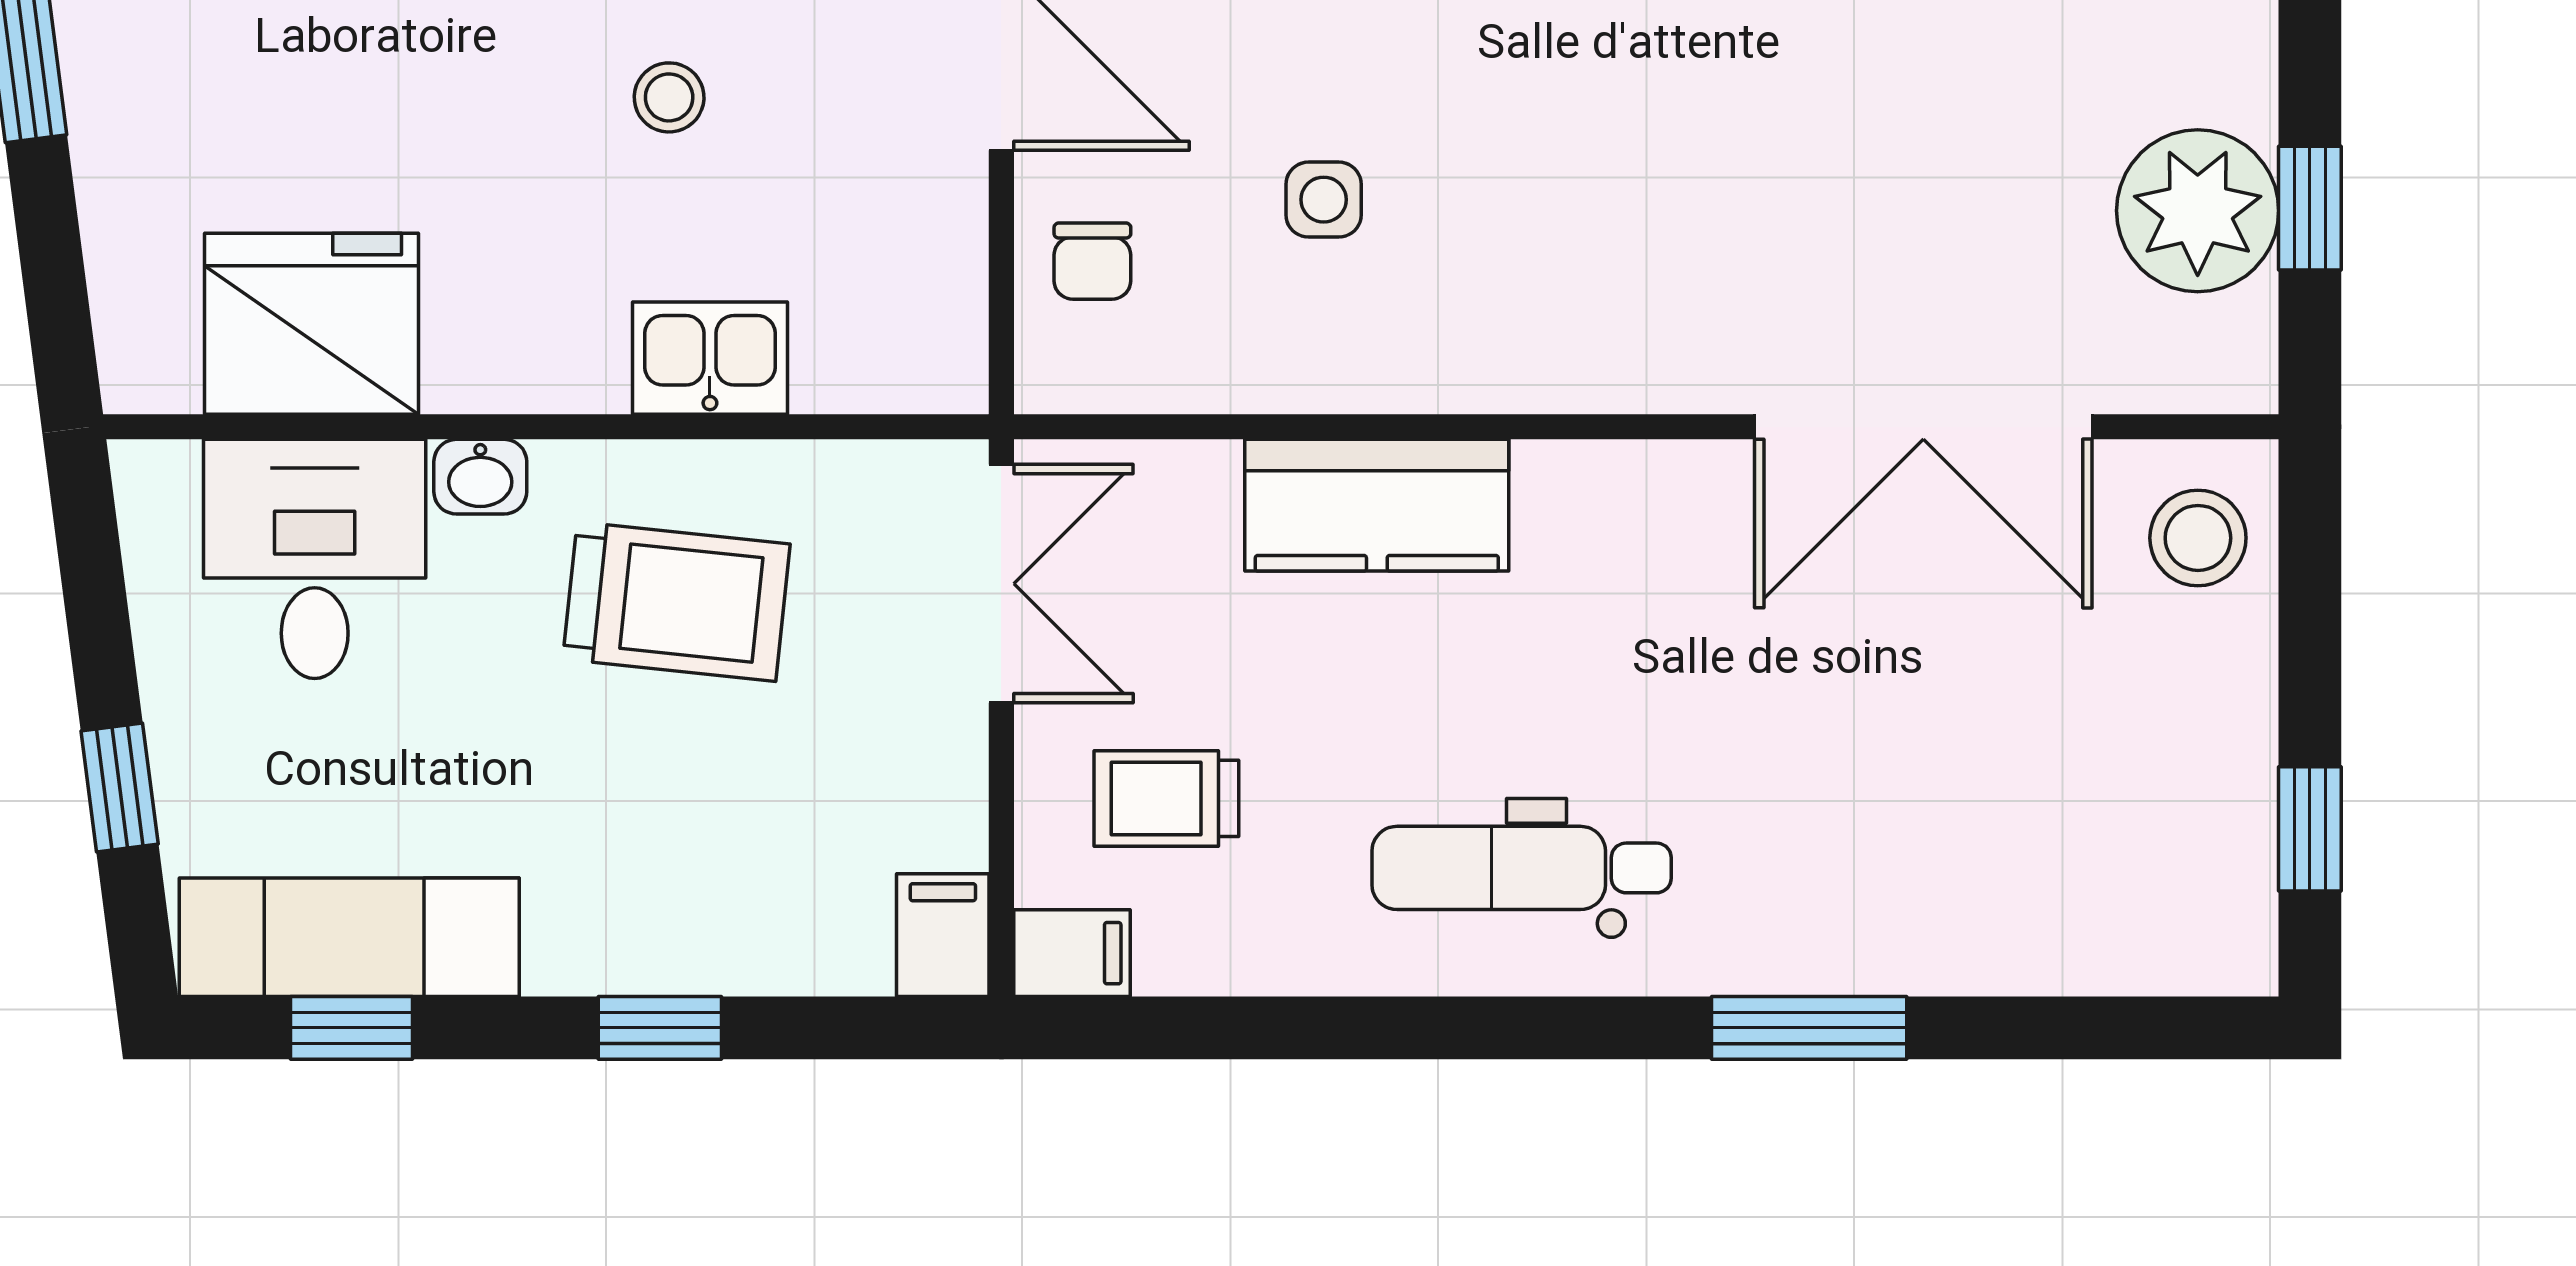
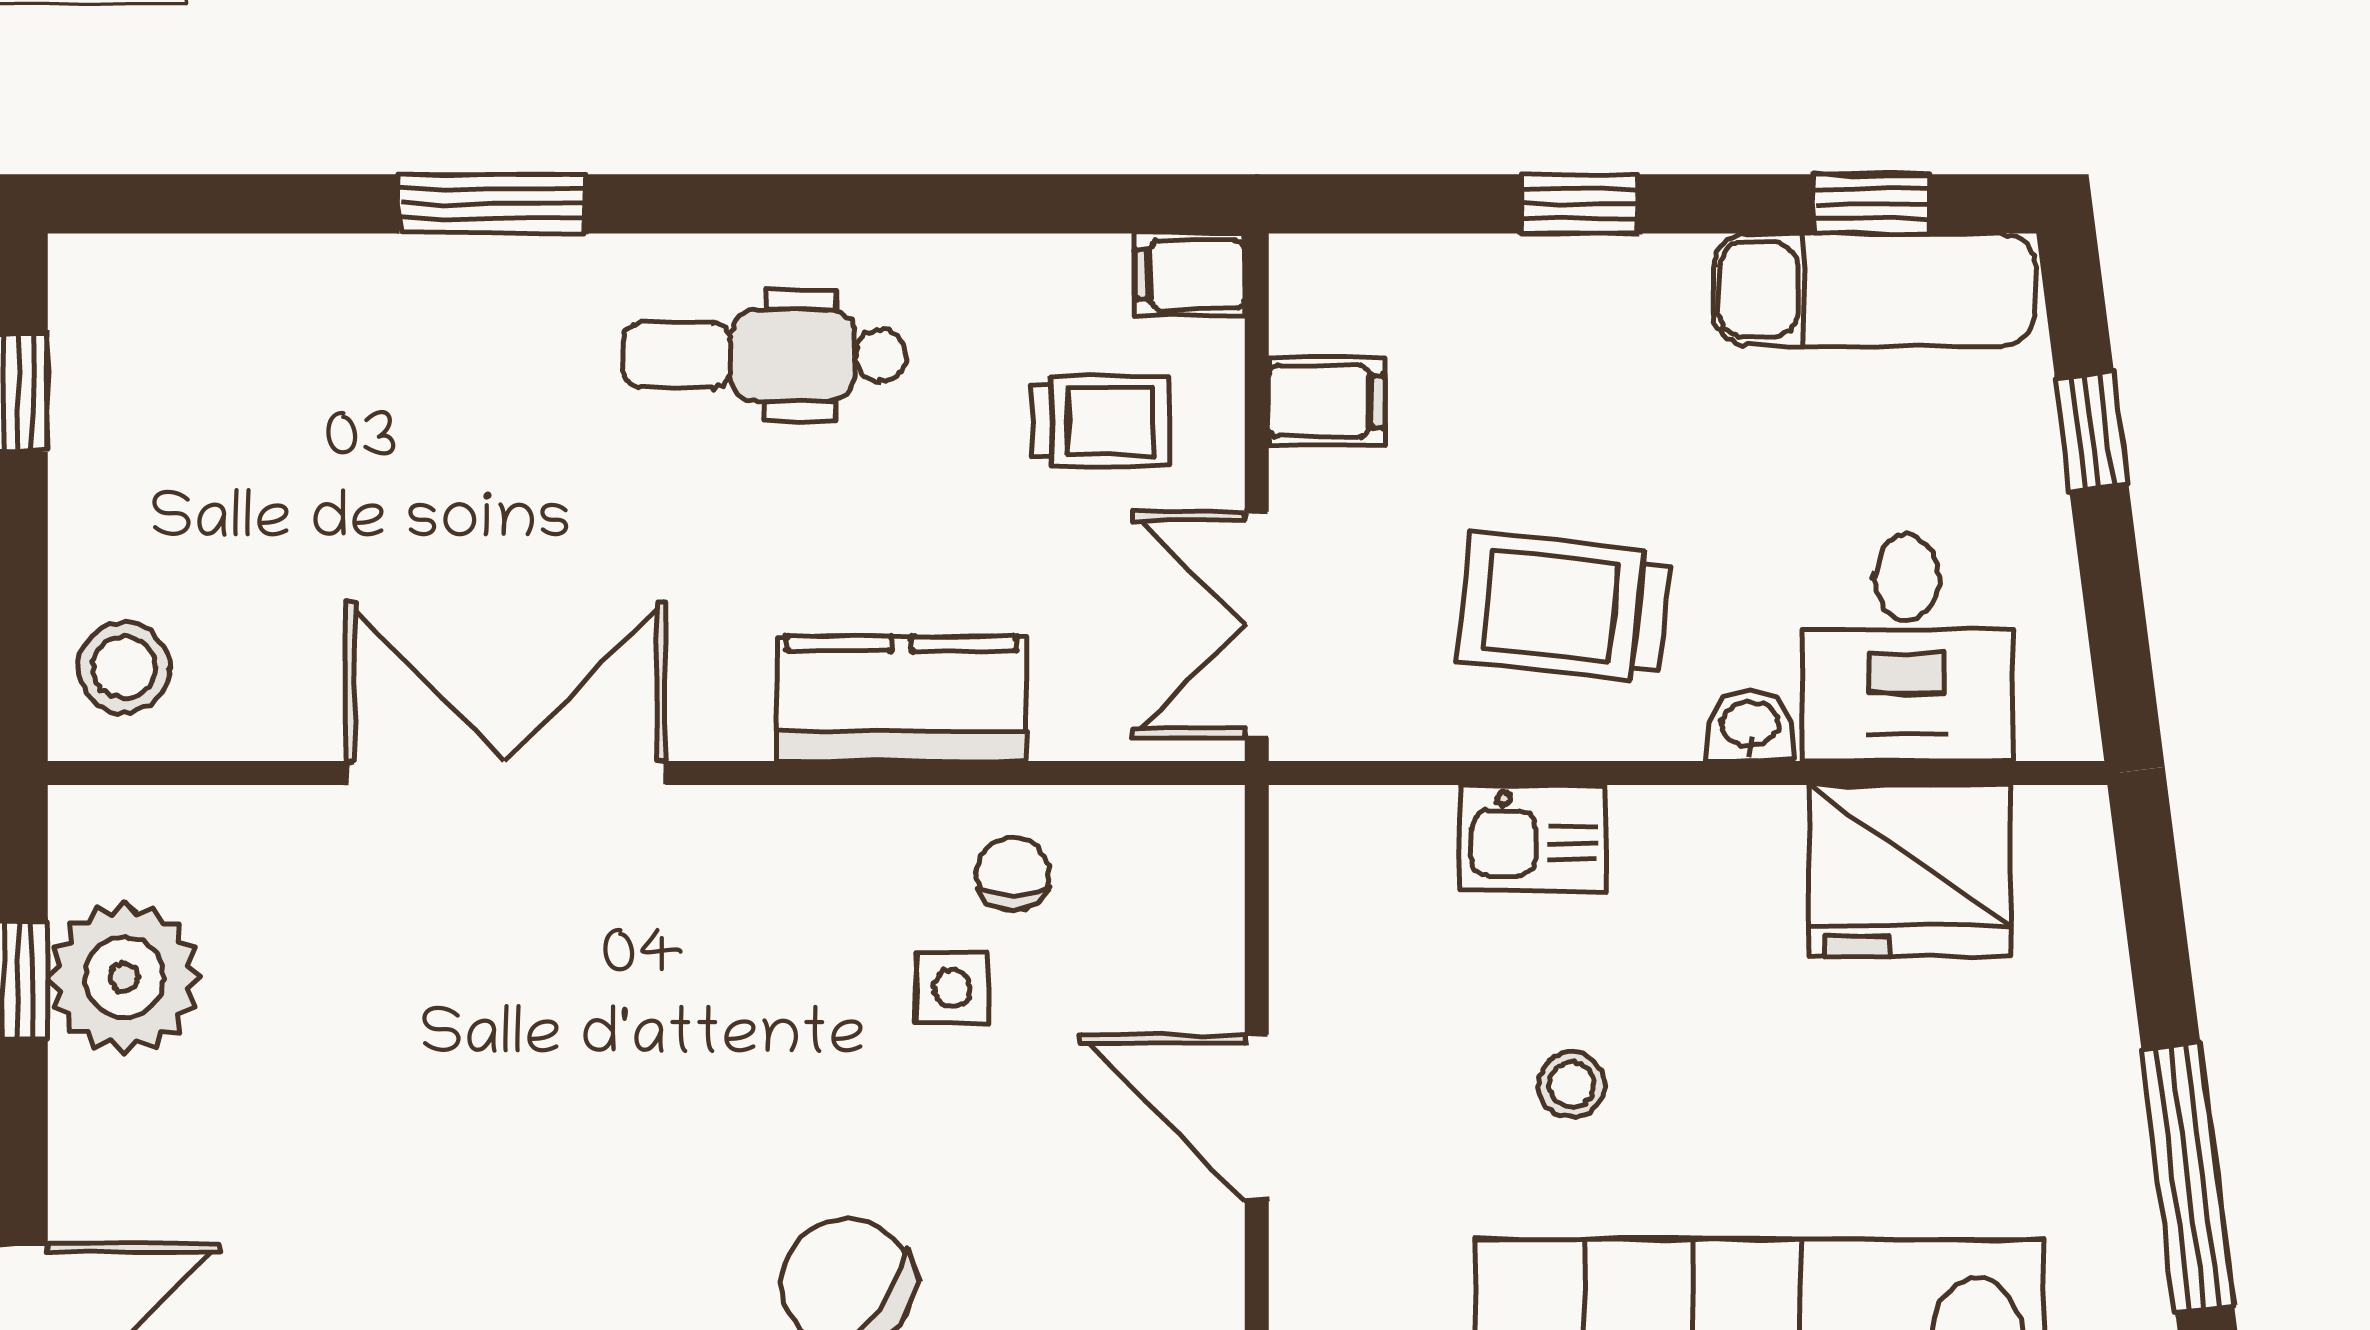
chair: (1092, 261) -> (1013, 873), moved
double door: (1923, 427) -> (506, 773), moved
dental chair: (1522, 868) -> (764, 355), turned 180
filing cabinet: (943, 935) -> (1327, 401), moved, turned -90

